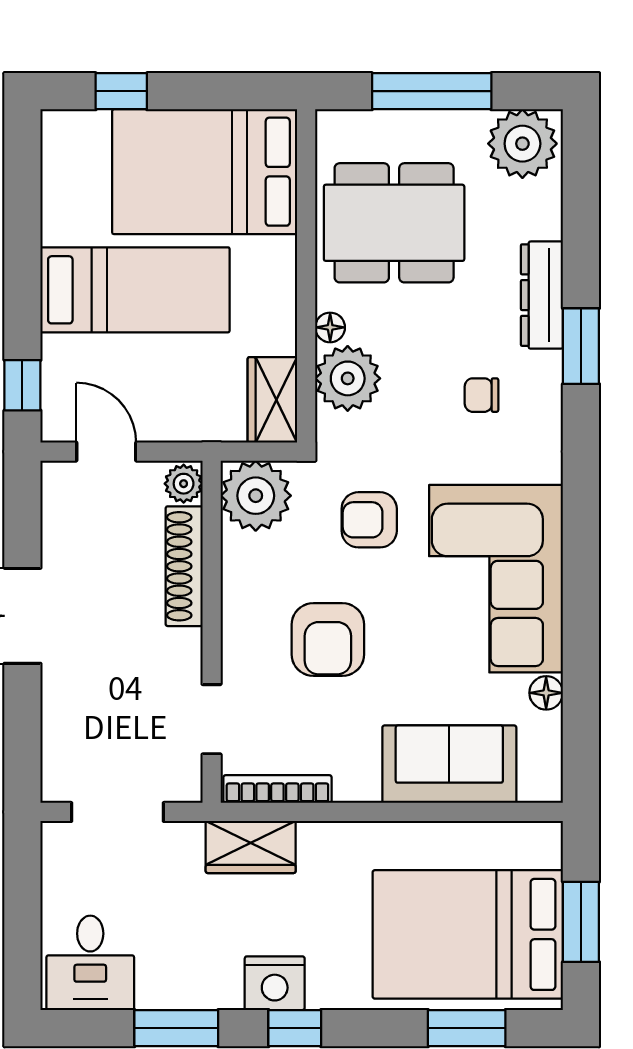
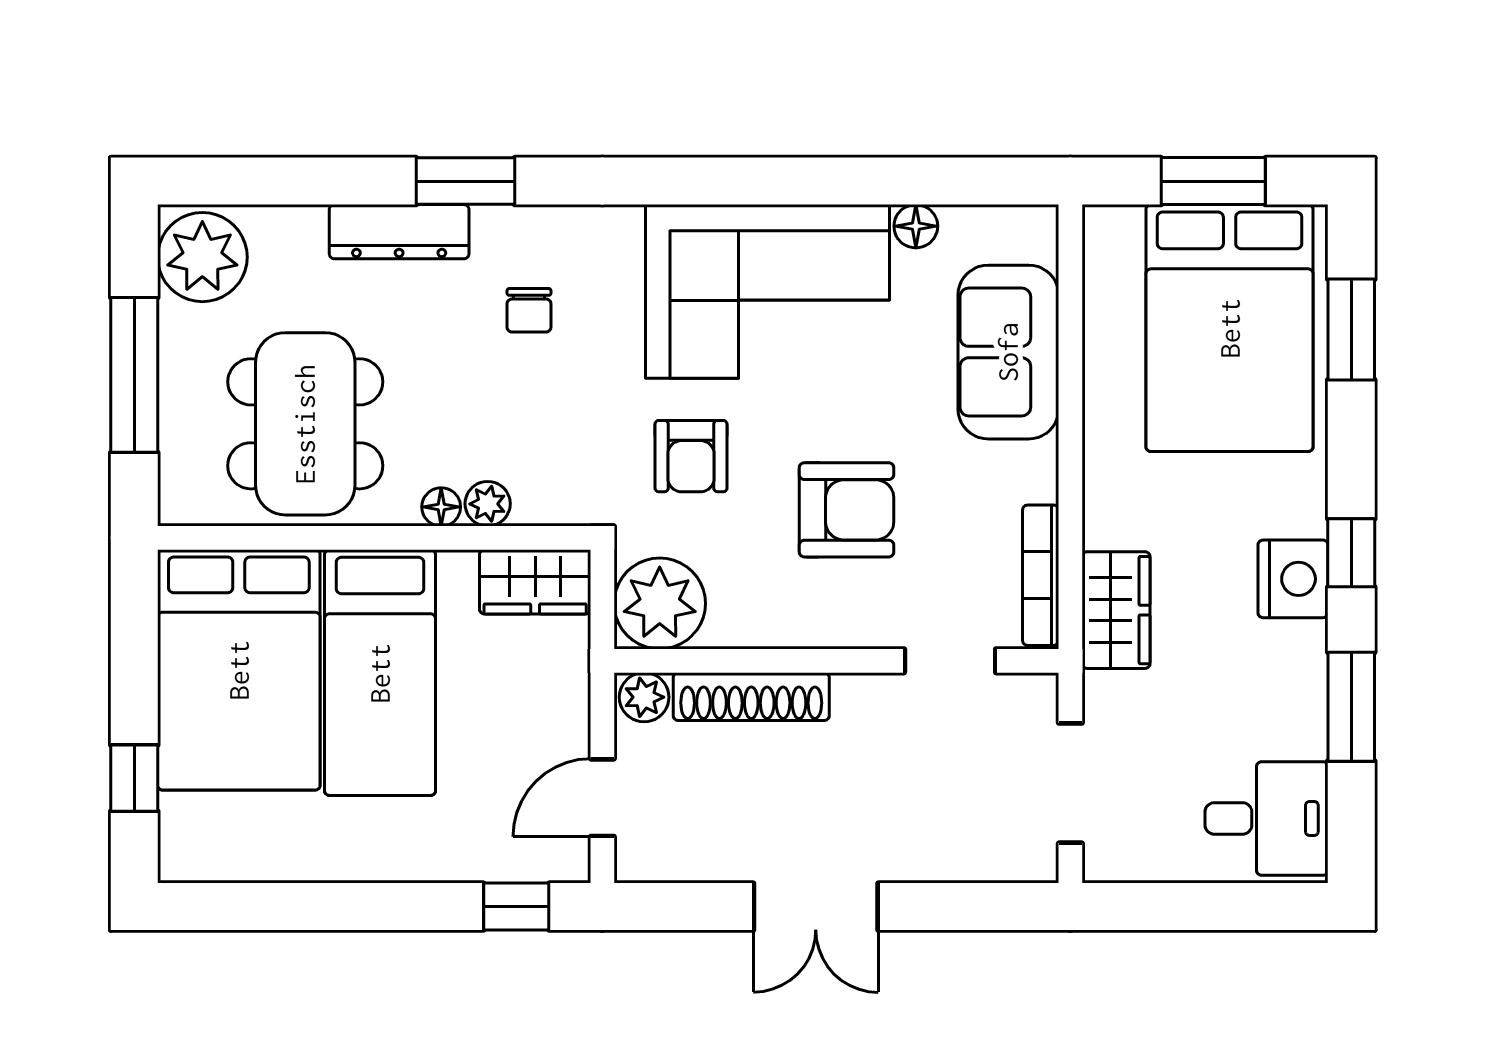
bed: (135, 290) -> (380, 673), moved, turned 180
plant: (348, 378) -> (488, 504), width x0.53, depth x0.53

